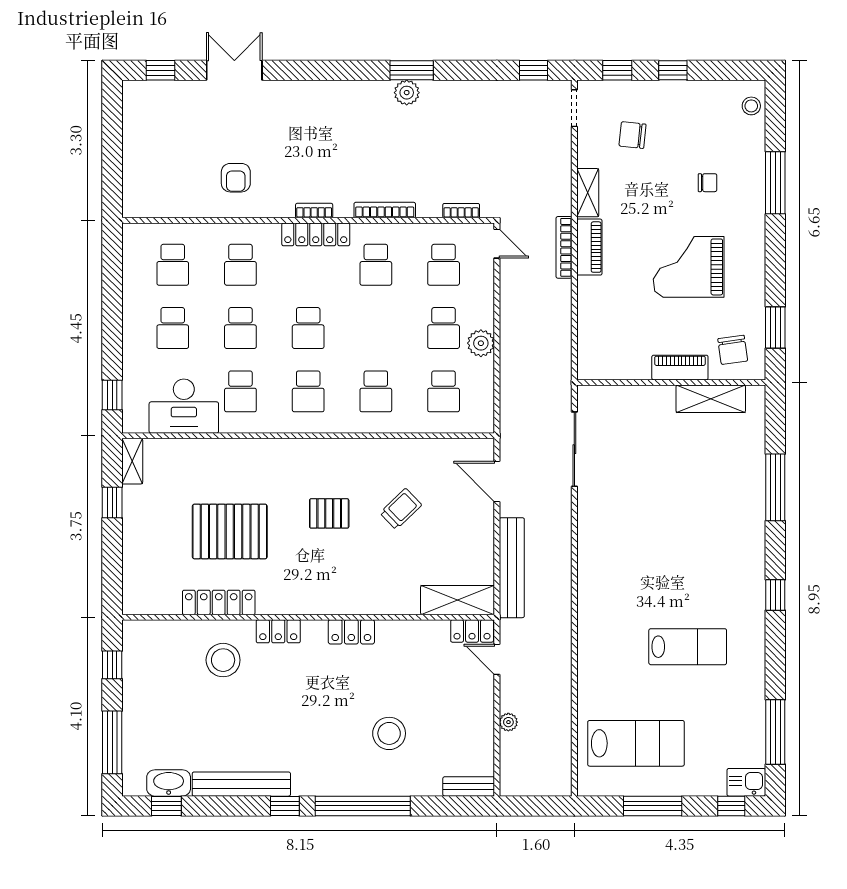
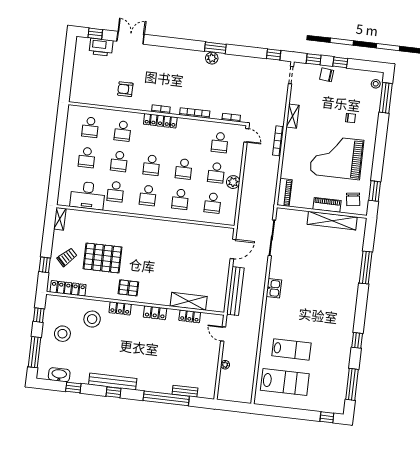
printer: (176, 97) -> (101, 47), added
chair: (633, 135) -> (327, 75), moved
armchair: (236, 178) -> (125, 89), turned 90
window: (775, 183) -> (386, 98), moved
piano: (589, 247) -> (285, 192), moved
school desk: (376, 265) -> (184, 169), moved
grand piano: (689, 267) -> (337, 157), width x1.37, depth x1.48
window: (112, 395) -> (54, 186), removed
shelving: (711, 399) -> (332, 221), width x1.47
door: (497, 481) -> (233, 249), swing flipped
window: (112, 502) -> (45, 265), moved
trolley: (401, 509) -> (67, 257), moved
pallet: (329, 513) -> (128, 288), moved
window: (775, 595) -> (357, 340), moved
shelving: (458, 600) -> (189, 301), moved
locker: (219, 602) -> (68, 288), moved
locker: (472, 631) -> (190, 316), moved
lab bench: (688, 647) -> (291, 349), moved
stool: (389, 733) -> (62, 334), moved
kitchen sink: (746, 782) -> (274, 288), moved, turned 90
bench: (241, 784) -> (113, 382), moved
bench: (469, 786) -> (185, 391), moved
window: (166, 806) -> (73, 388), moved
window: (363, 806) -> (166, 398), moved
window: (653, 806) -> (289, 413), removed

